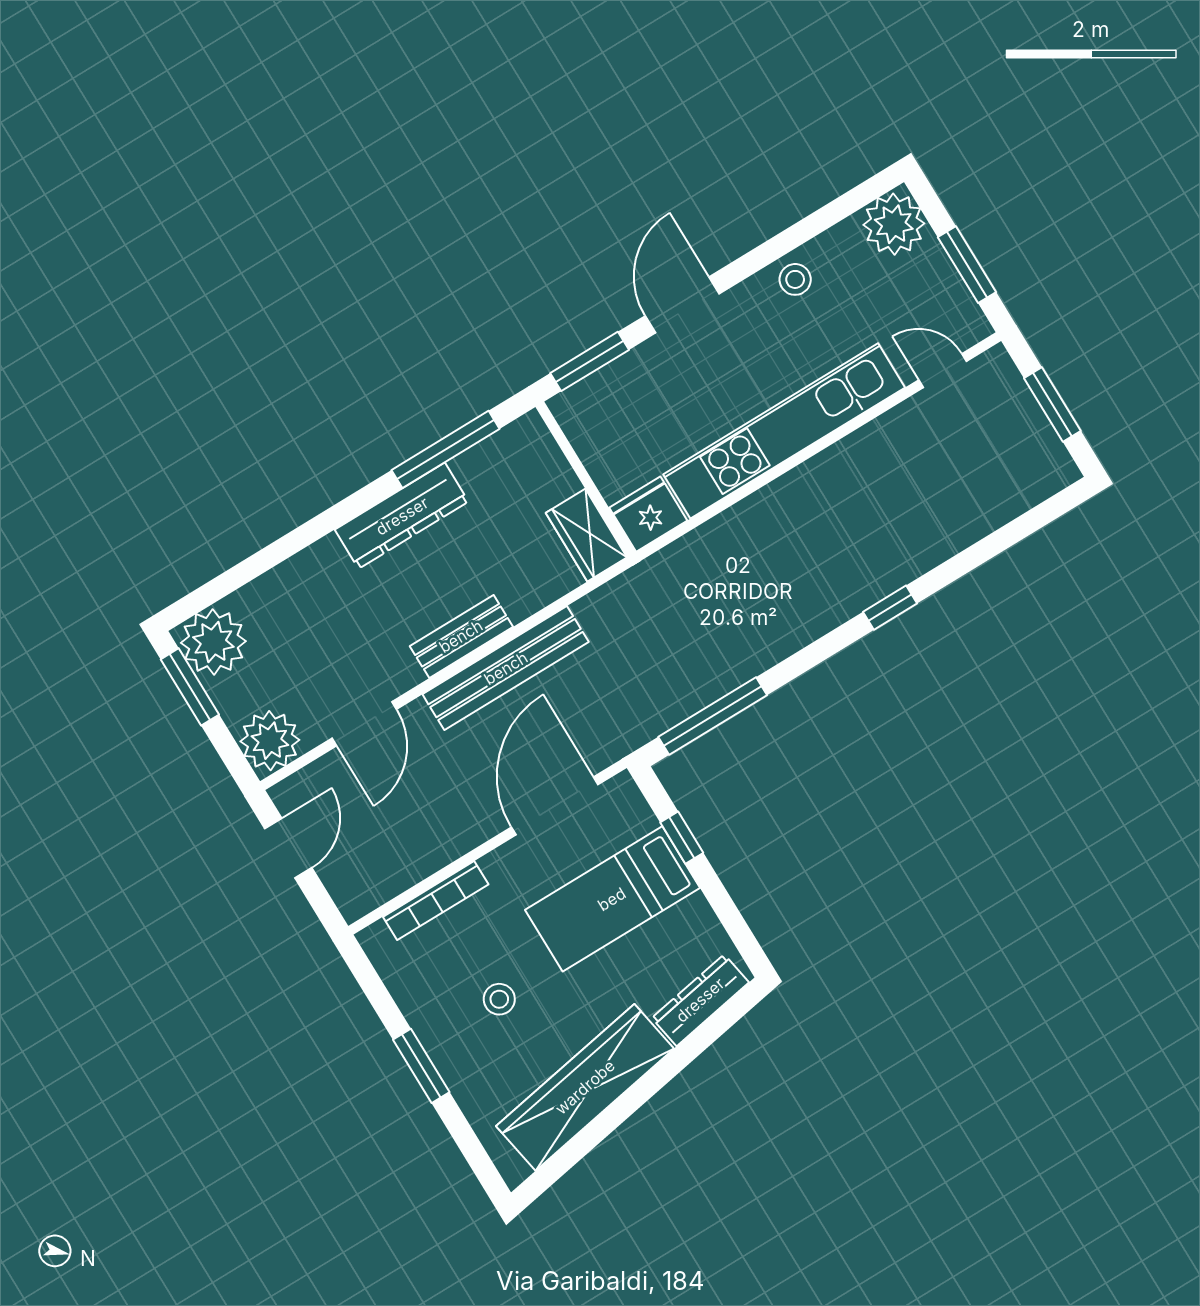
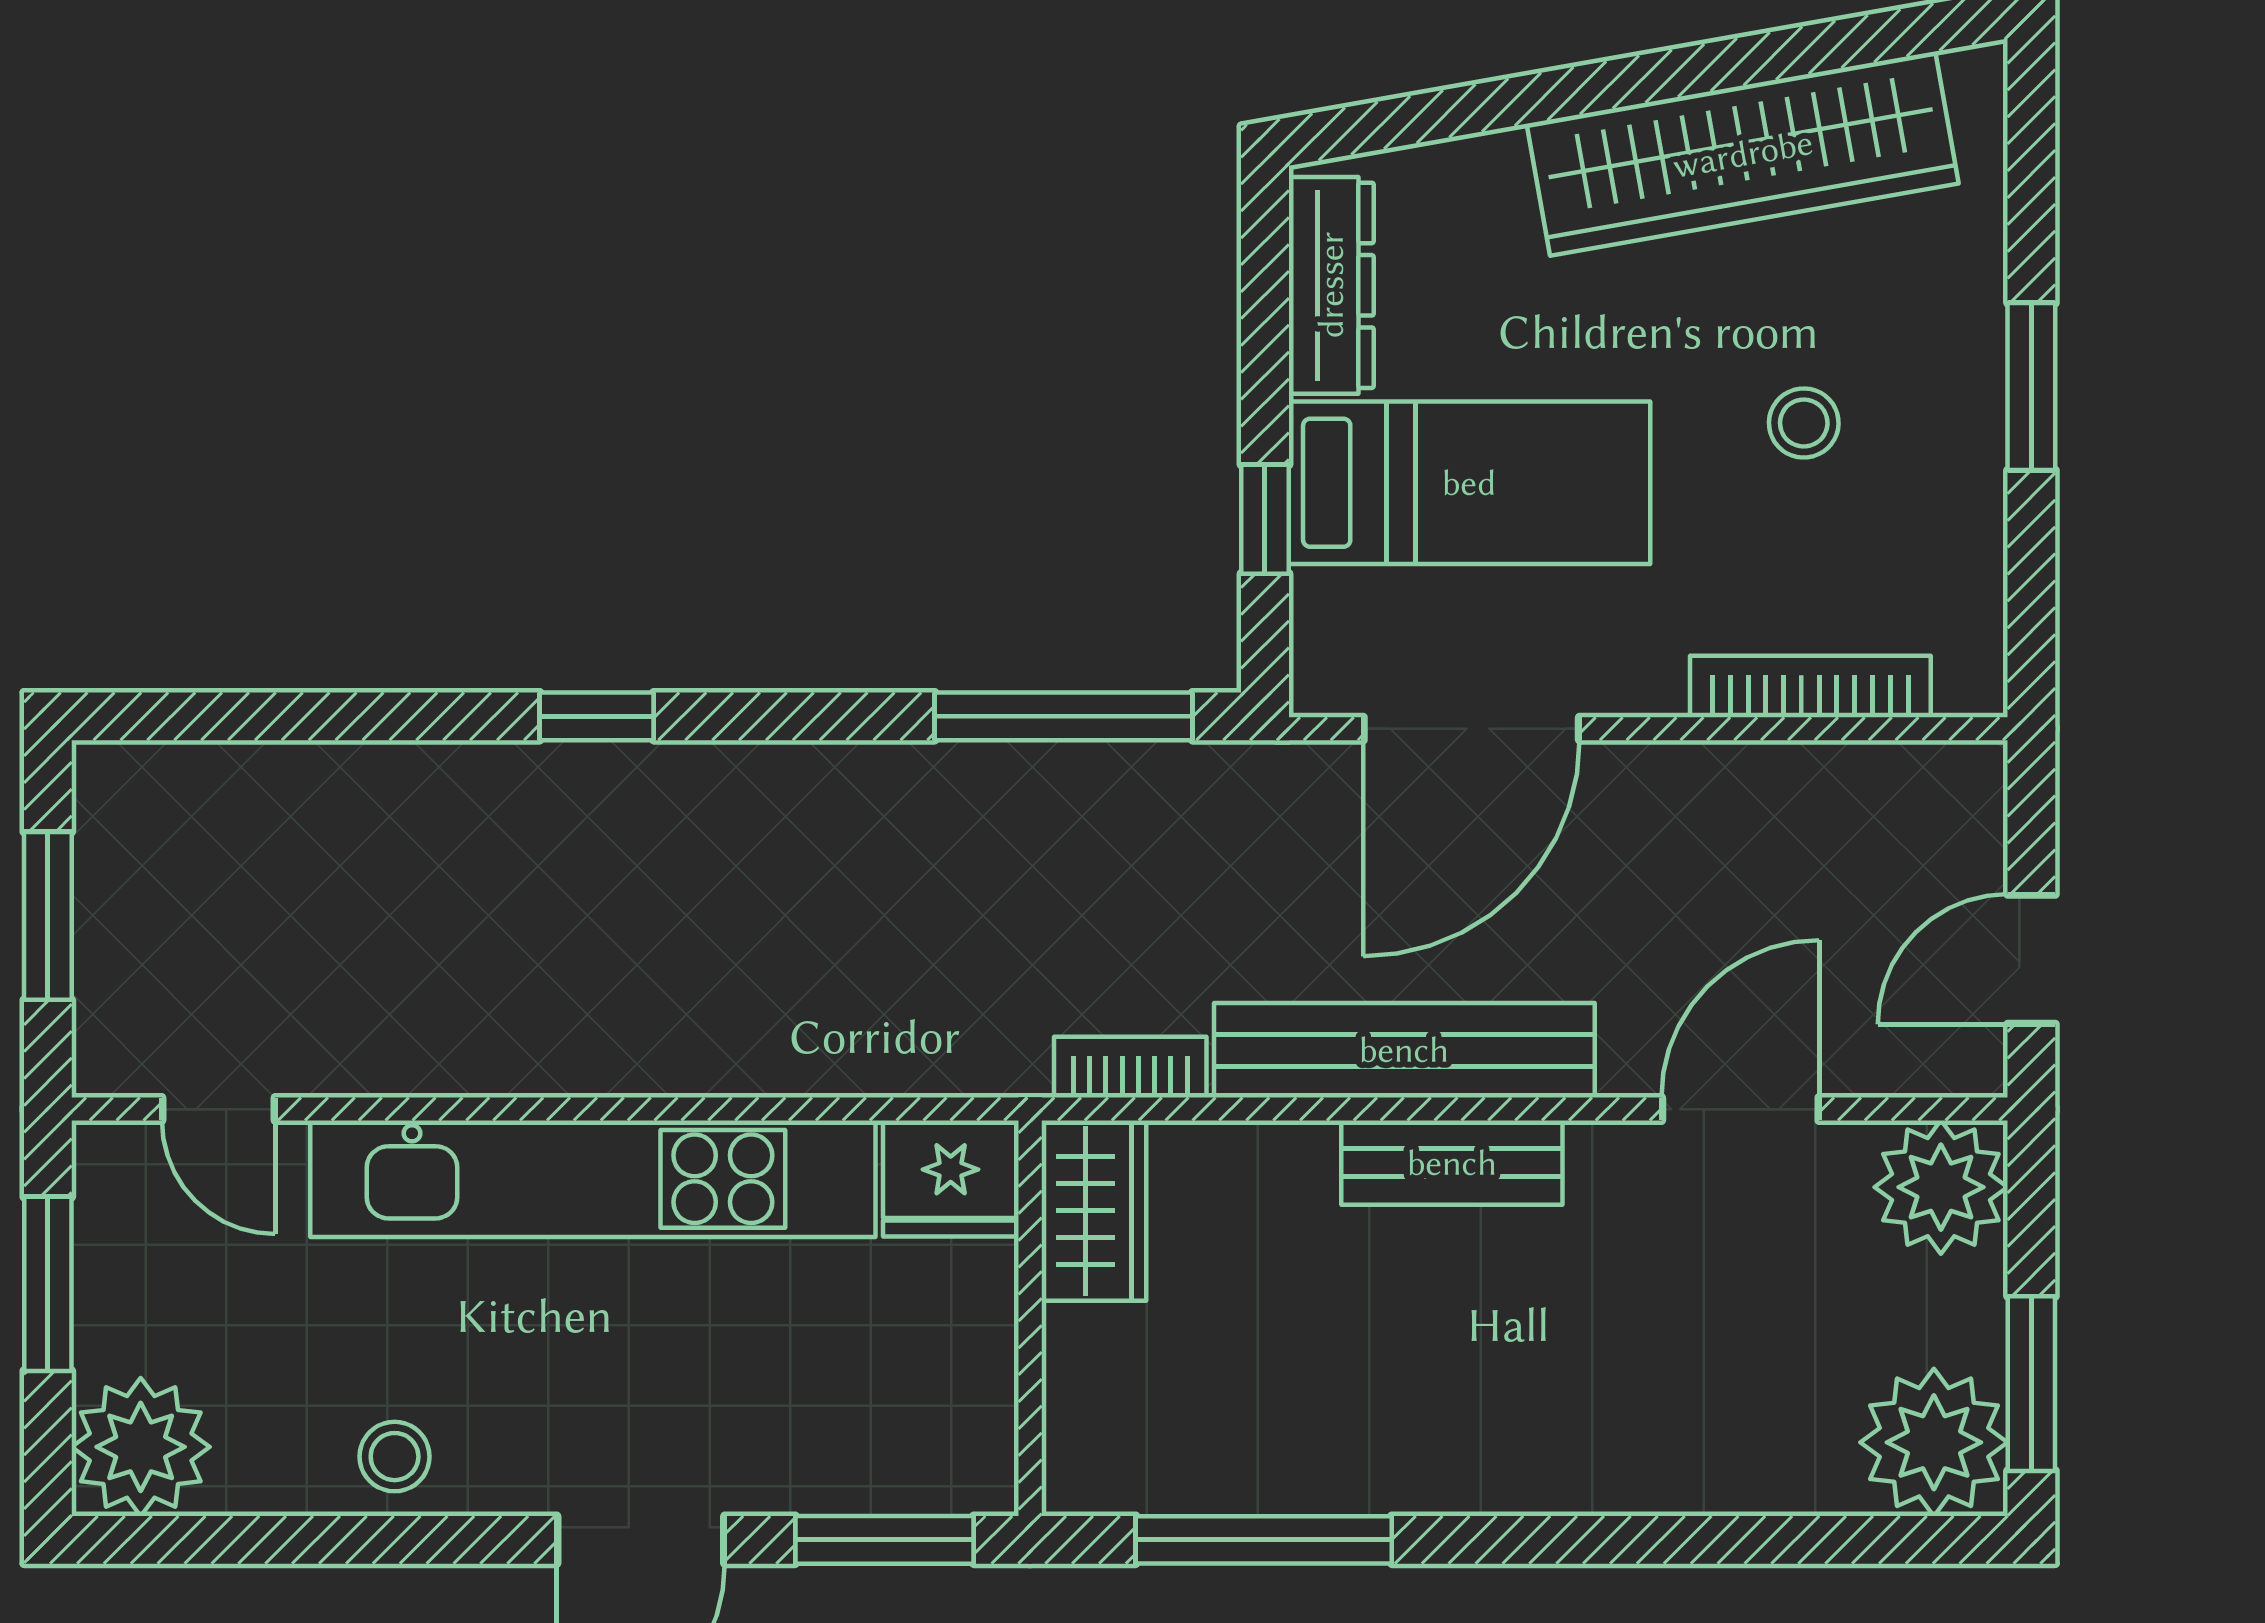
dresser: (402, 516) -> (1425, 1464), removed
bookcase: (606, 598) -> (1130, 1067), added
dresser: (700, 1000) -> (1331, 285), moved, turned -80

